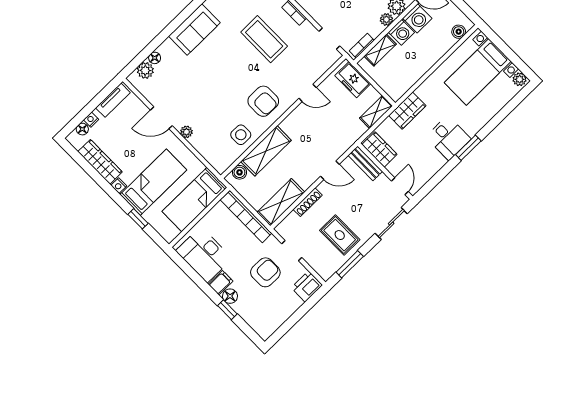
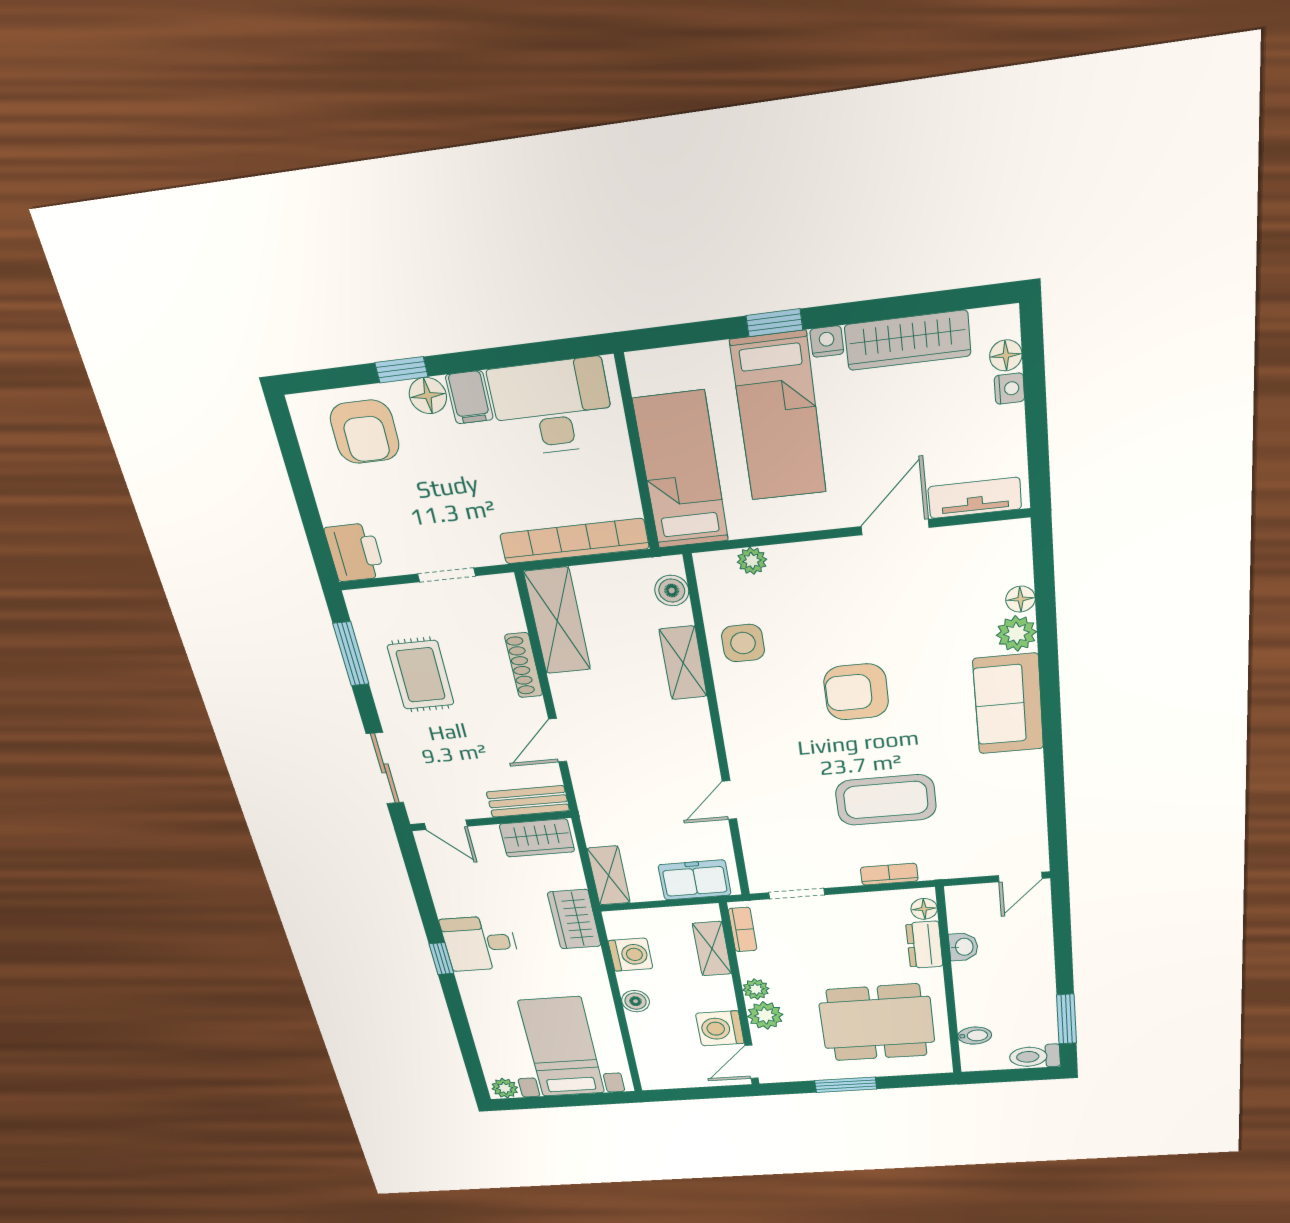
washing machine: (401, 32) -> (631, 955), moved, turned 180
boiler: (459, 32) -> (636, 1001), moved
plant: (145, 70) -> (1016, 633), moved
tv unit: (113, 100) -> (975, 498), moved, turned 90
armchair: (263, 101) -> (856, 692), moved
plant: (186, 132) -> (752, 561), moved
window: (468, 148) -> (441, 959), width x0.67
shelving: (266, 151) -> (683, 663), width x0.67, depth x0.75
window: (138, 219) -> (774, 323), moved
rug: (340, 235) -> (421, 675), turned 90
armchair: (265, 272) -> (365, 432), moved

